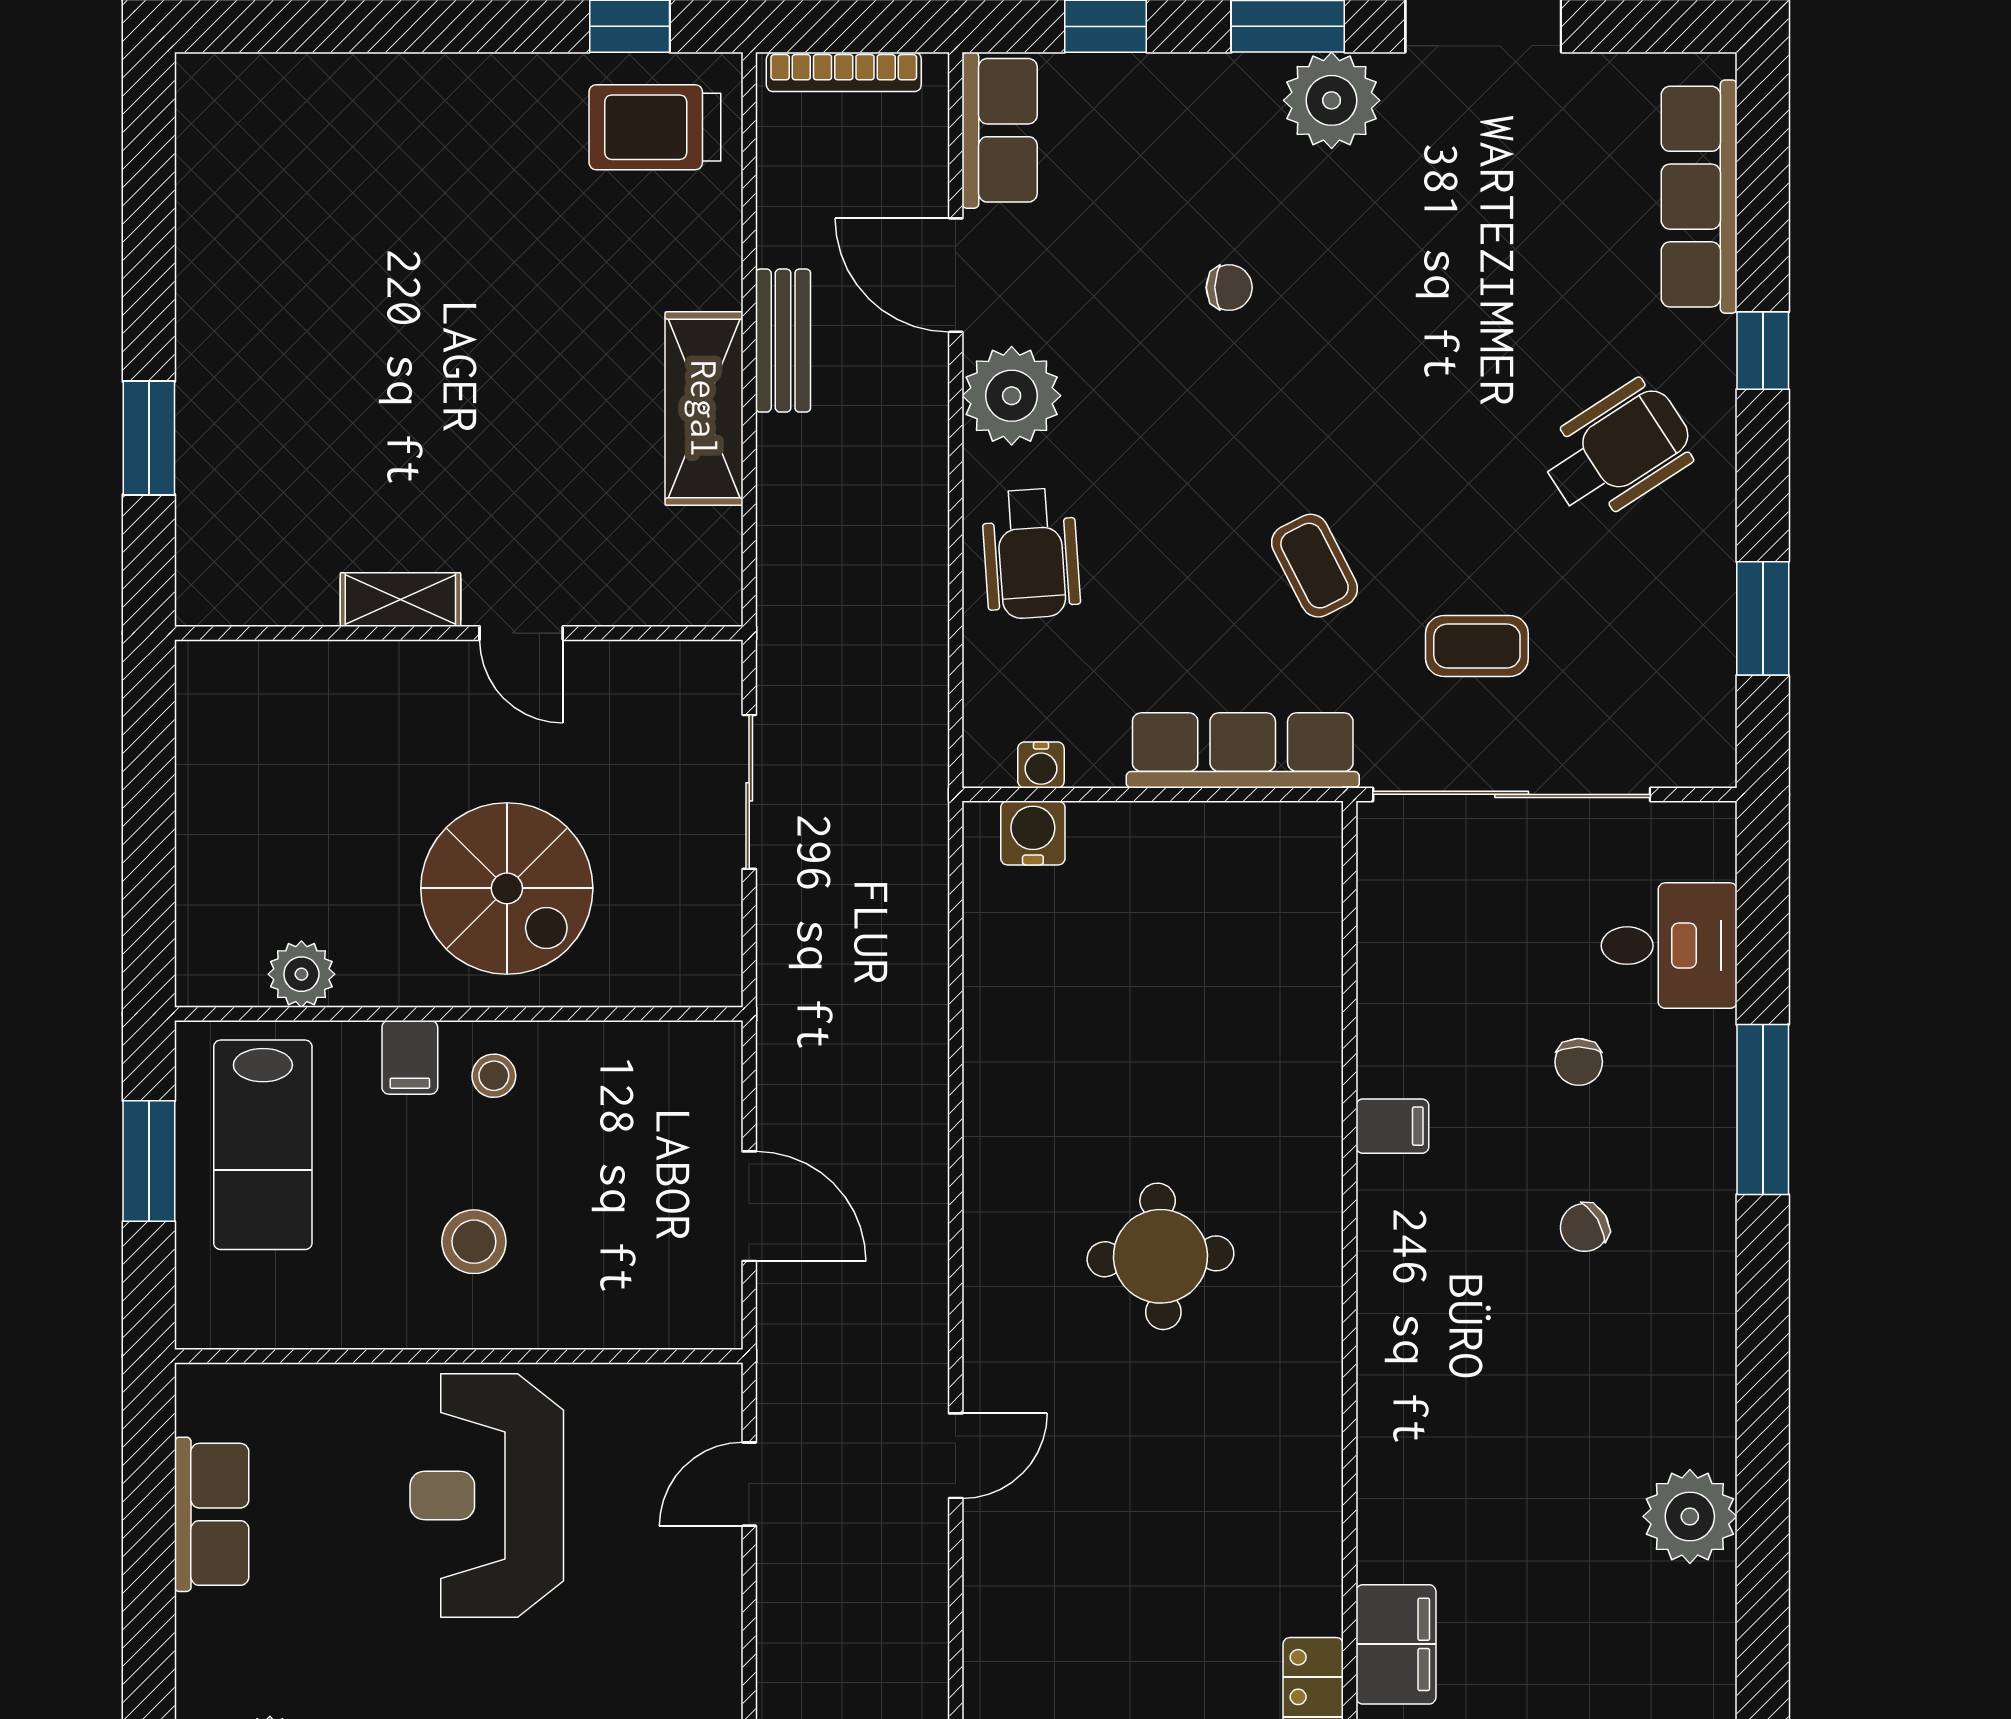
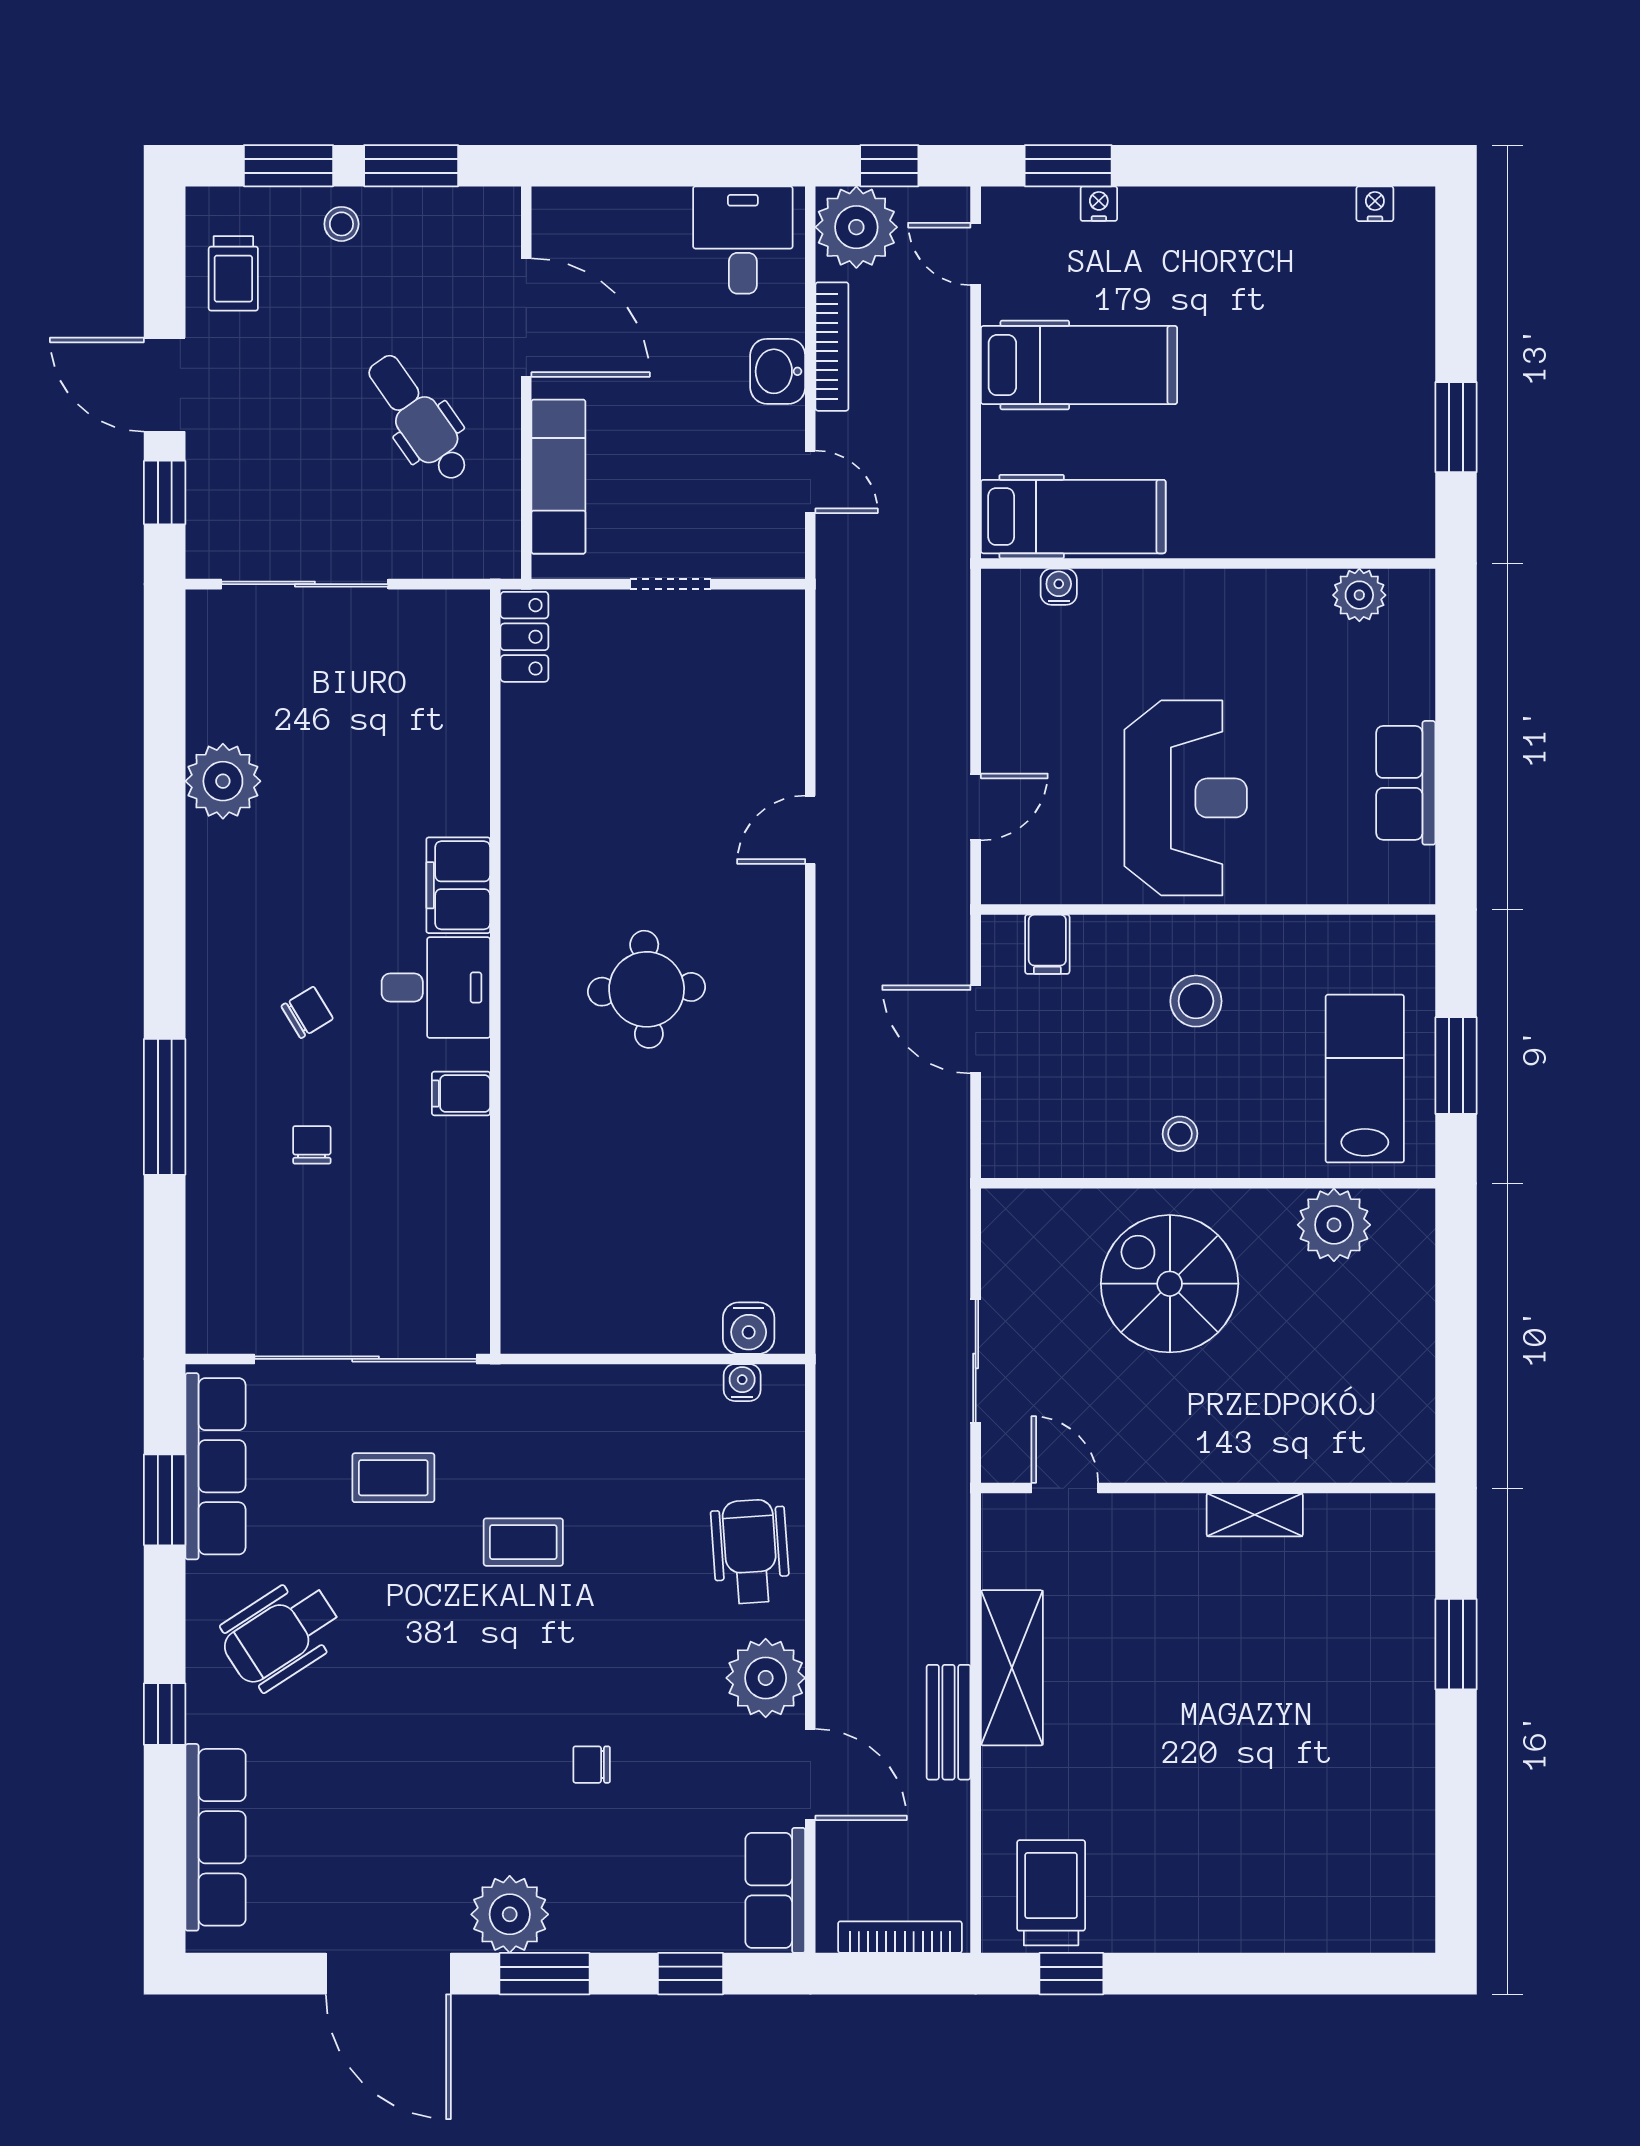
trolley: (655, 127) -> (1051, 1893), turned -90
coffee table: (1315, 566) -> (523, 1542), turned -63
door: (521, 633) -> (1065, 1488), moved
row of seats: (1243, 750) -> (215, 1466), moved, turned -90
desk: (1669, 946) -> (436, 988), moved, turned 180
plant: (301, 974) -> (1334, 1225), width x1.36, depth x1.36
filing cabinet: (410, 1057) -> (1047, 944), moved, turned 180
filing cabinet: (1396, 1644) -> (458, 885), moved

